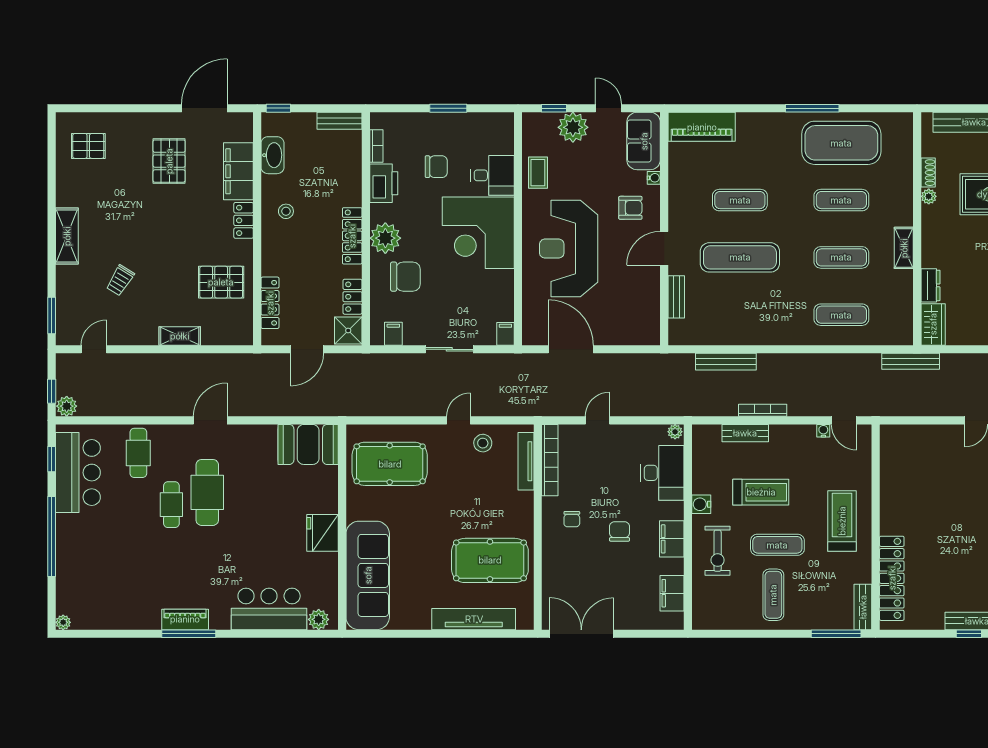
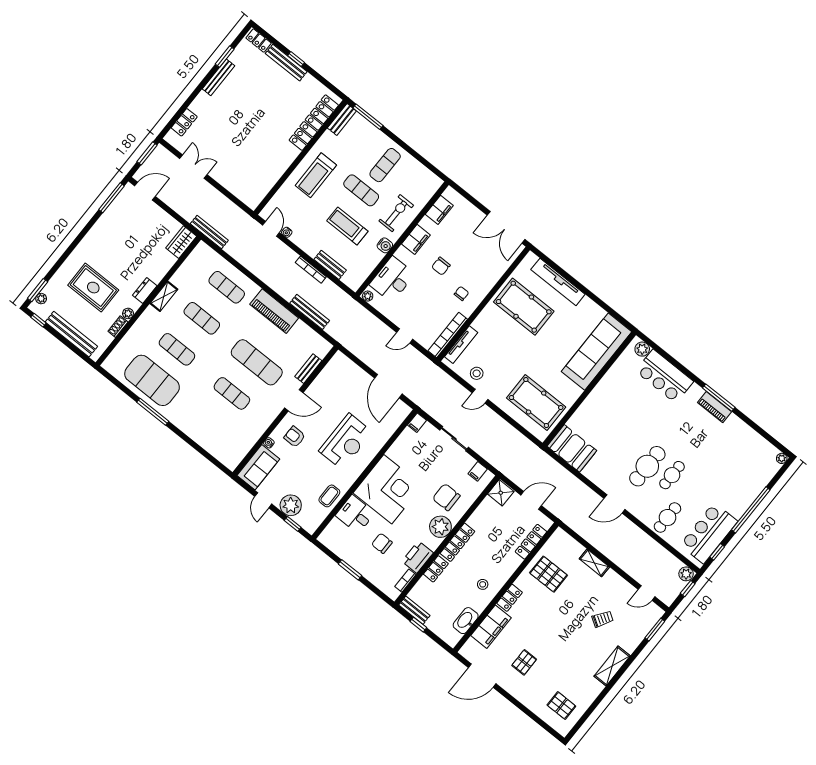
window: (278, 108) -> (418, 625), moved
piano: (702, 127) -> (274, 311), moved, turned 180
pallet: (169, 161) -> (524, 662), width x0.67, depth x0.71
reception desk: (569, 249) -> (346, 441), width x0.74, depth x0.77
dresser: (930, 285) -> (145, 291), moved
locker: (353, 297) -> (436, 569), moved
fridge: (322, 533) -> (602, 394), removed

